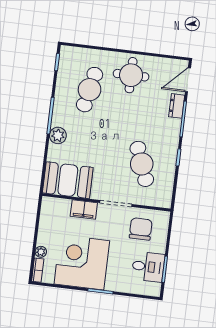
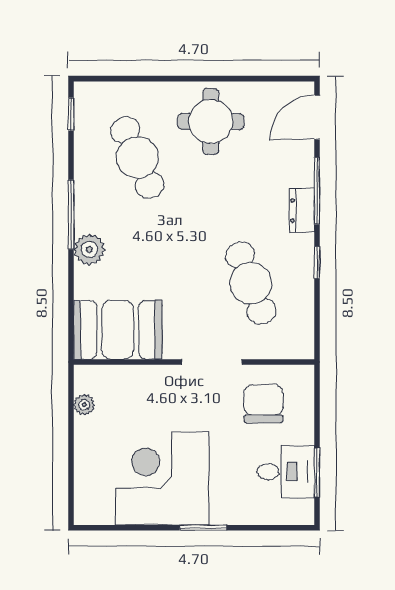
cafe table: (90, 90) -> (137, 158), turned -36
dresser: (177, 106) -> (302, 211), moved
filing cabinet: (84, 209) -> (154, 380), removed
plant: (41, 252) -> (84, 405), moved
bookcase: (38, 270) -> (83, 503), removed

